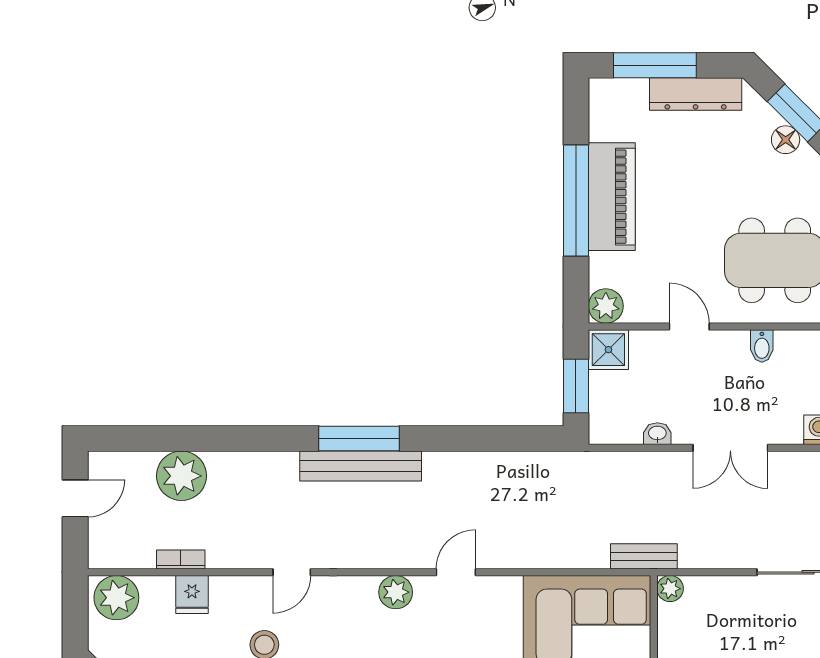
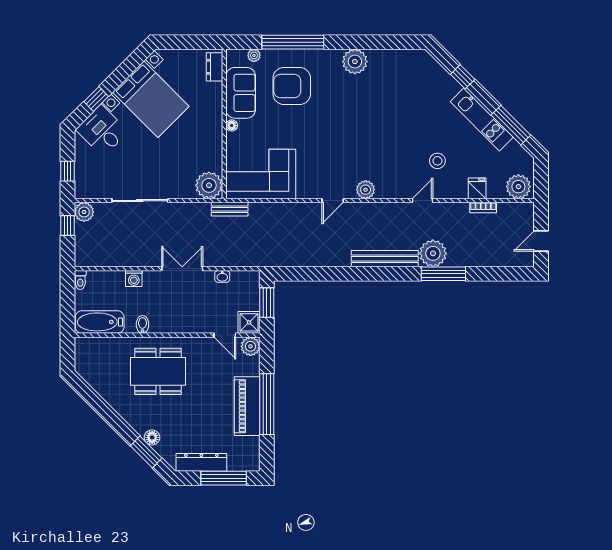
door: (689, 326) -> (225, 335), moved
bidet: (762, 346) -> (142, 324), moved
window: (359, 438) -> (443, 274), moved
plant: (182, 476) -> (433, 253), moved
plant: (670, 589) -> (209, 185), width x1.88, depth x1.88

